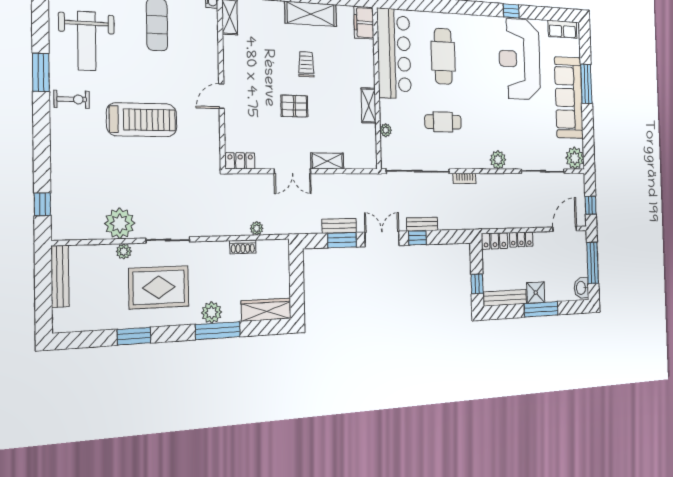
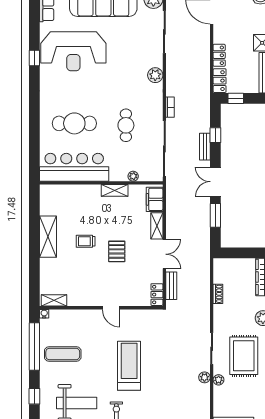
filing cabinet: (364, 23) -> (155, 199), moved, turned 90
plant: (120, 223) -> (204, 377), width x0.53, depth x0.53
bench: (339, 226) -> (171, 286), moved
plant: (257, 228) -> (205, 283), removed
window: (418, 238) -> (215, 135), moved
window: (477, 284) -> (236, 98), moved

